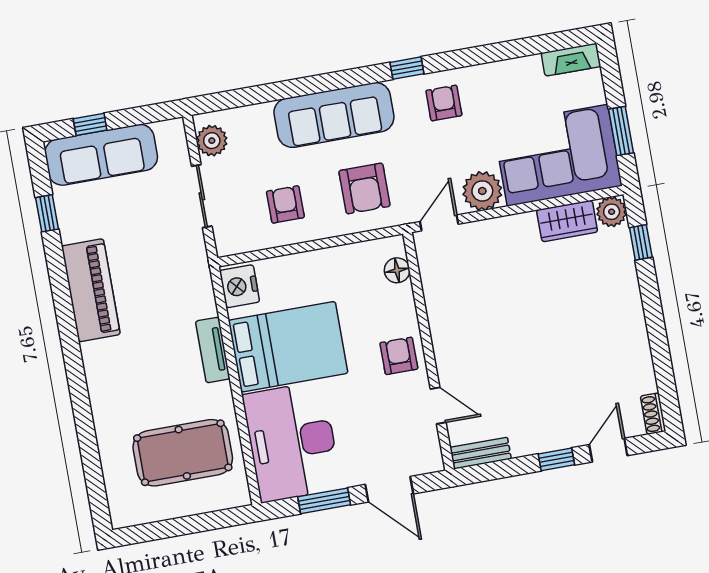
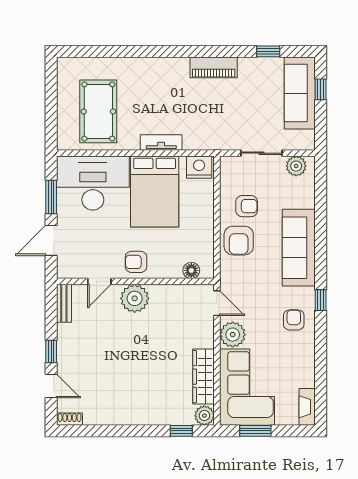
armchair: (444, 103) -> (294, 320), turned -90
armchair: (364, 188) -> (239, 241), moved, turned -90
wardrobe: (567, 221) -> (204, 377), width x1.50
piano: (91, 290) -> (214, 67), width x0.73, depth x0.75
plant: (454, 348) -> (135, 298), added
armchair: (399, 356) -> (136, 262), turned 180

